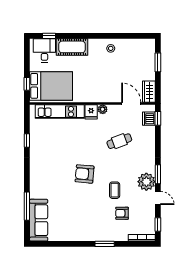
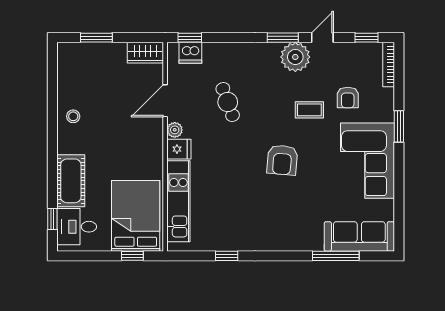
door: (131, 104) -> (165, 101), moved
corner sofa: (84, 225) -> (367, 161), added

